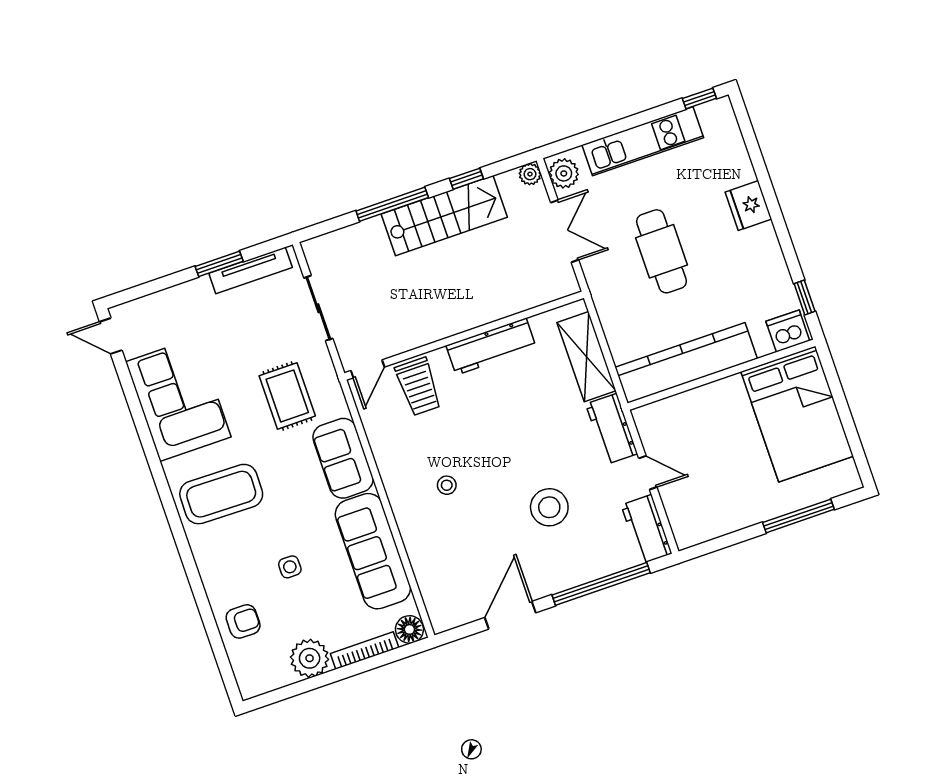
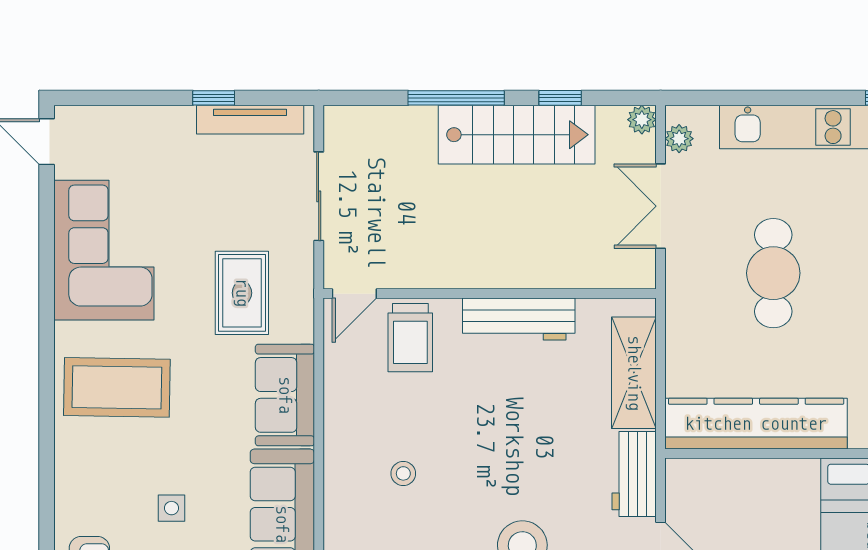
plant: (564, 173) -> (679, 139), width x0.73, depth x0.73
double door: (565, 231) -> (661, 206), swing flipped
window: (219, 264) -> (214, 98), width x0.67

